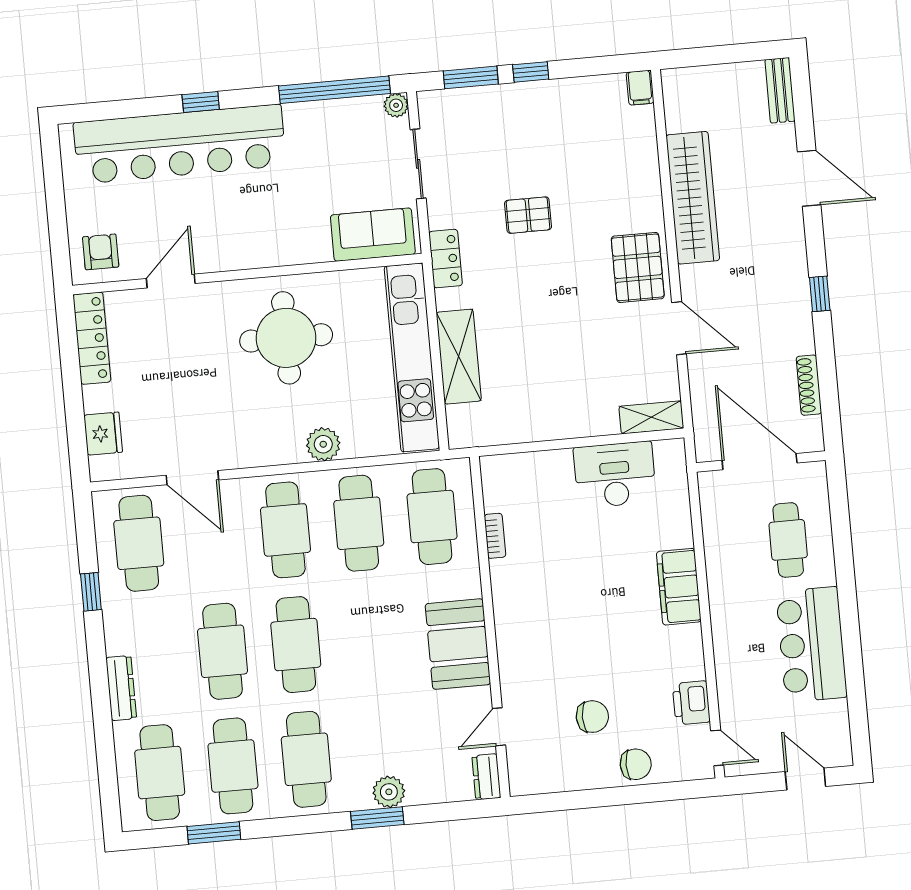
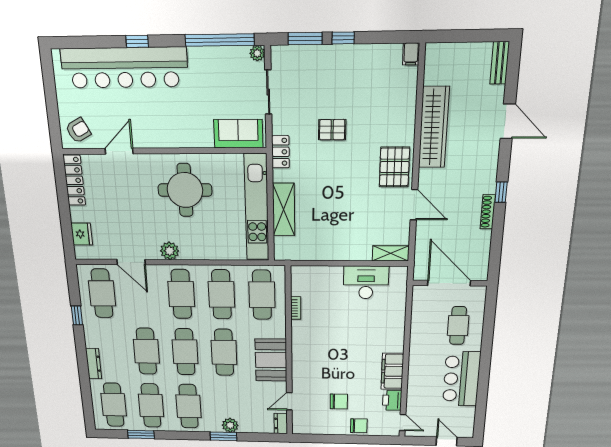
armchair: (101, 252) -> (78, 130), turned 62
shoe rack: (809, 385) -> (488, 212), moved
plant: (323, 444) -> (170, 251), moved
filing cabinet: (679, 587) -> (392, 371), moved
cafe table: (369, 638) -> (224, 352), added

